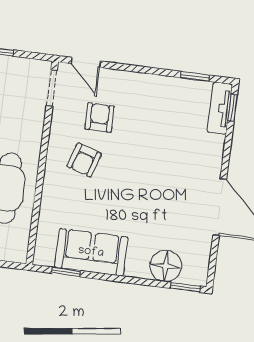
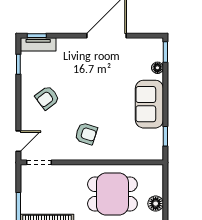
armchair: (100, 118) -> (47, 98), moved, turned -37
sofa: (91, 252) -> (149, 104), moved
floor lamp: (166, 266) -> (157, 68), width x0.53, depth x0.53

